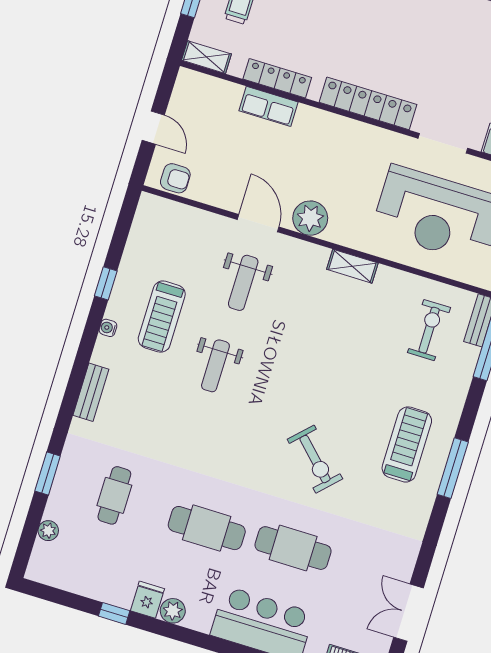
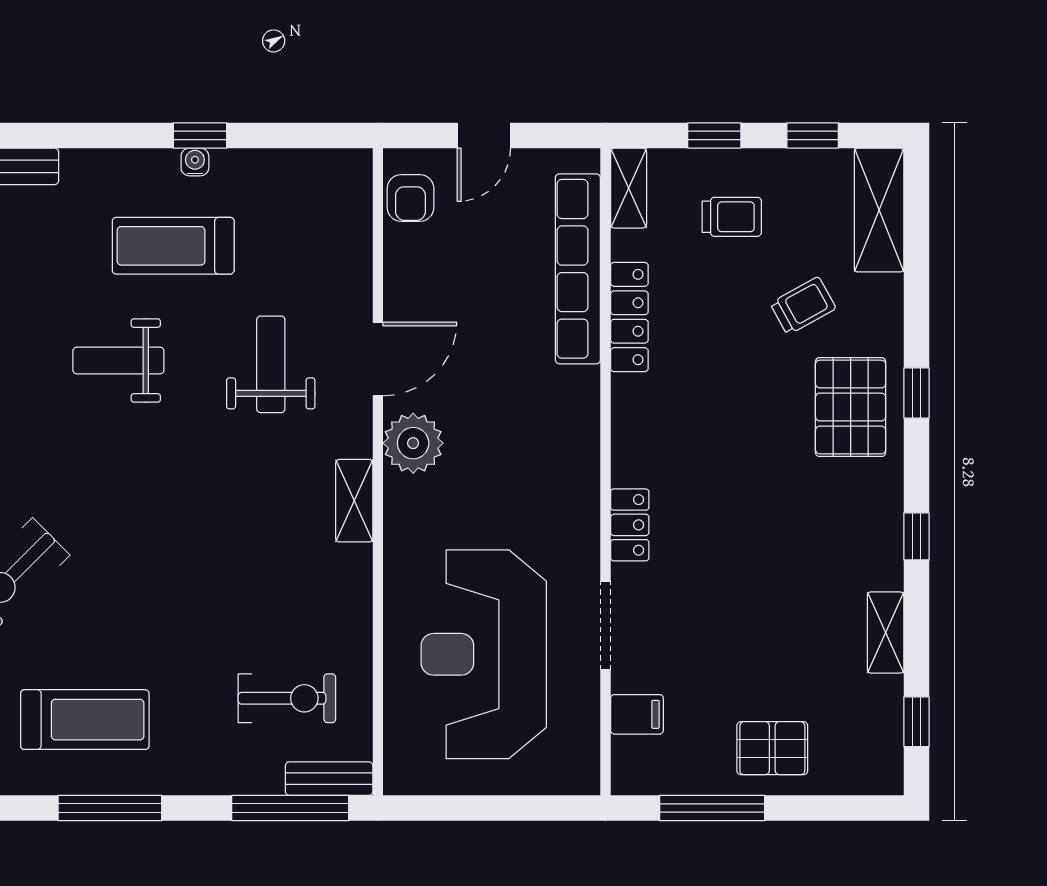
locker: (368, 103) -> (630, 525), width x0.46, depth x0.83
row of seats: (269, 106) -> (578, 269), width x2.02
shelving: (352, 266) -> (354, 501), moved
weight bench: (243, 283) -> (271, 364), turned 90
water cooler: (108, 328) -> (195, 162), moved
window: (453, 468) -> (110, 808), moved

